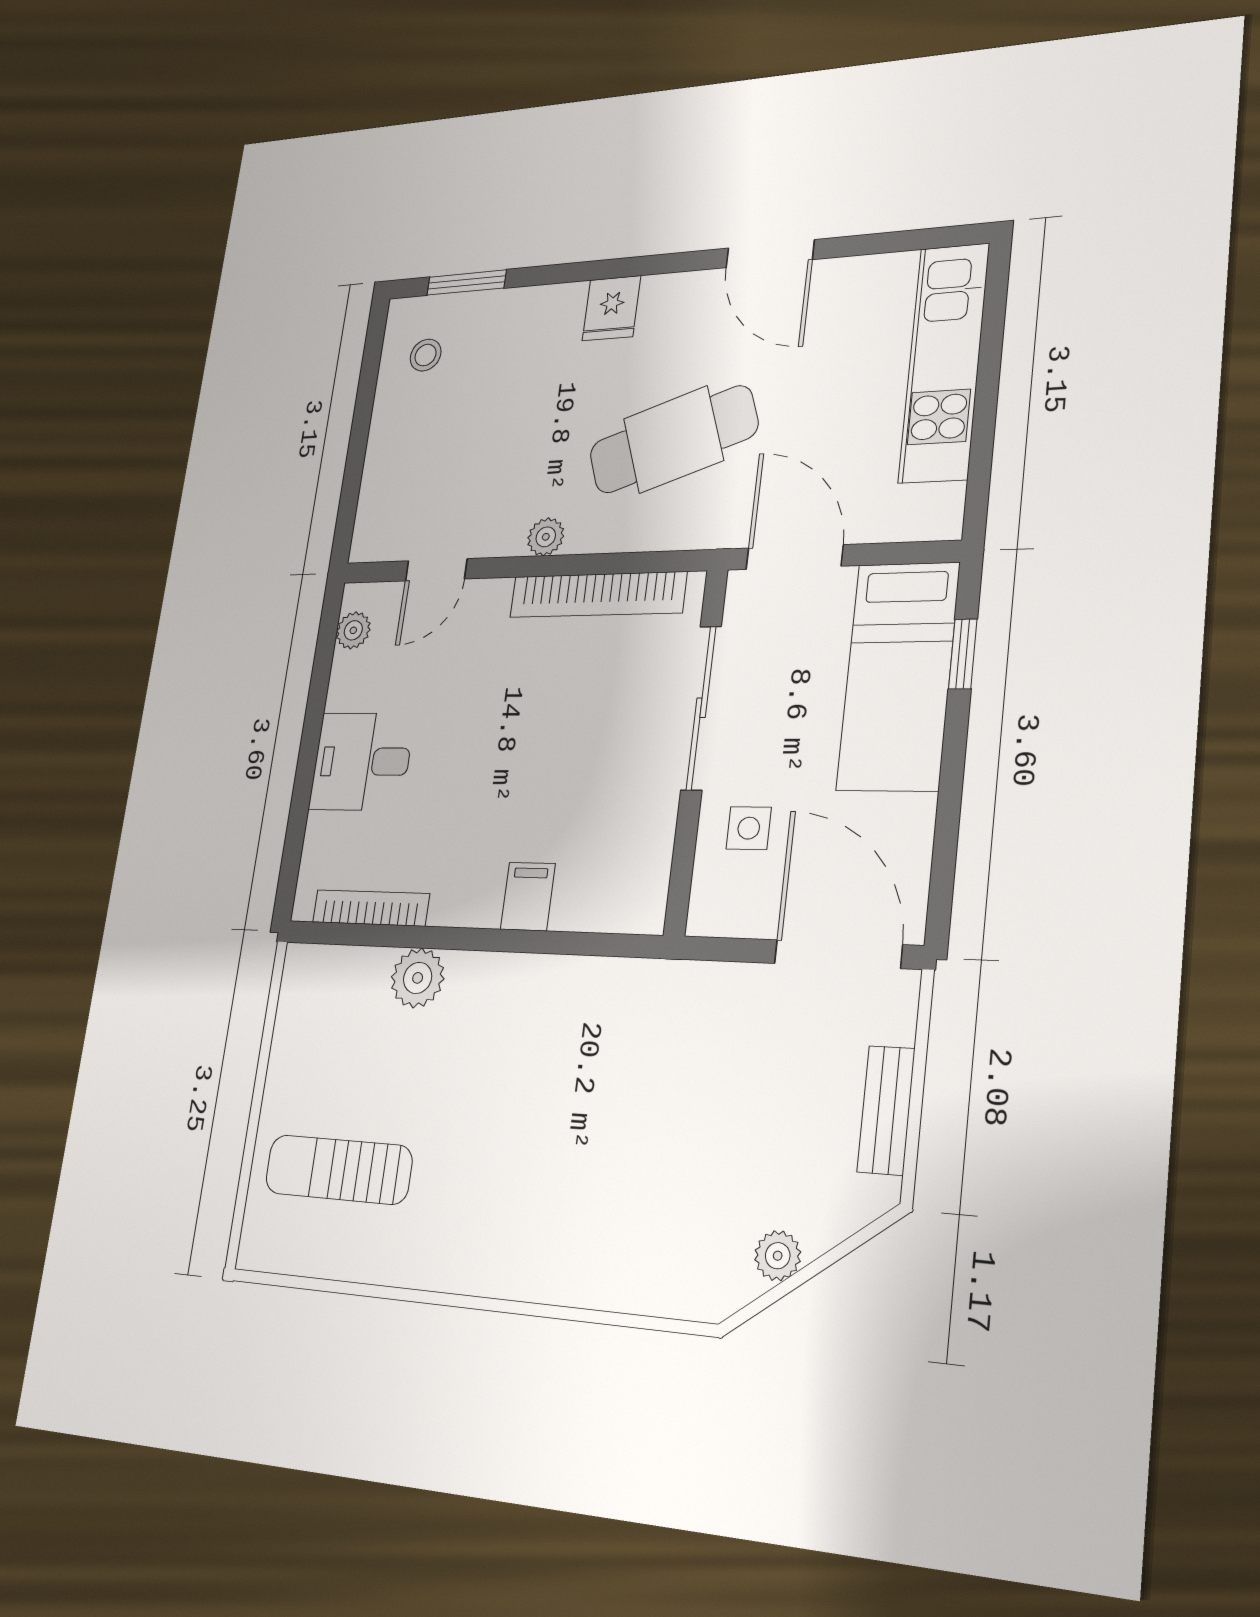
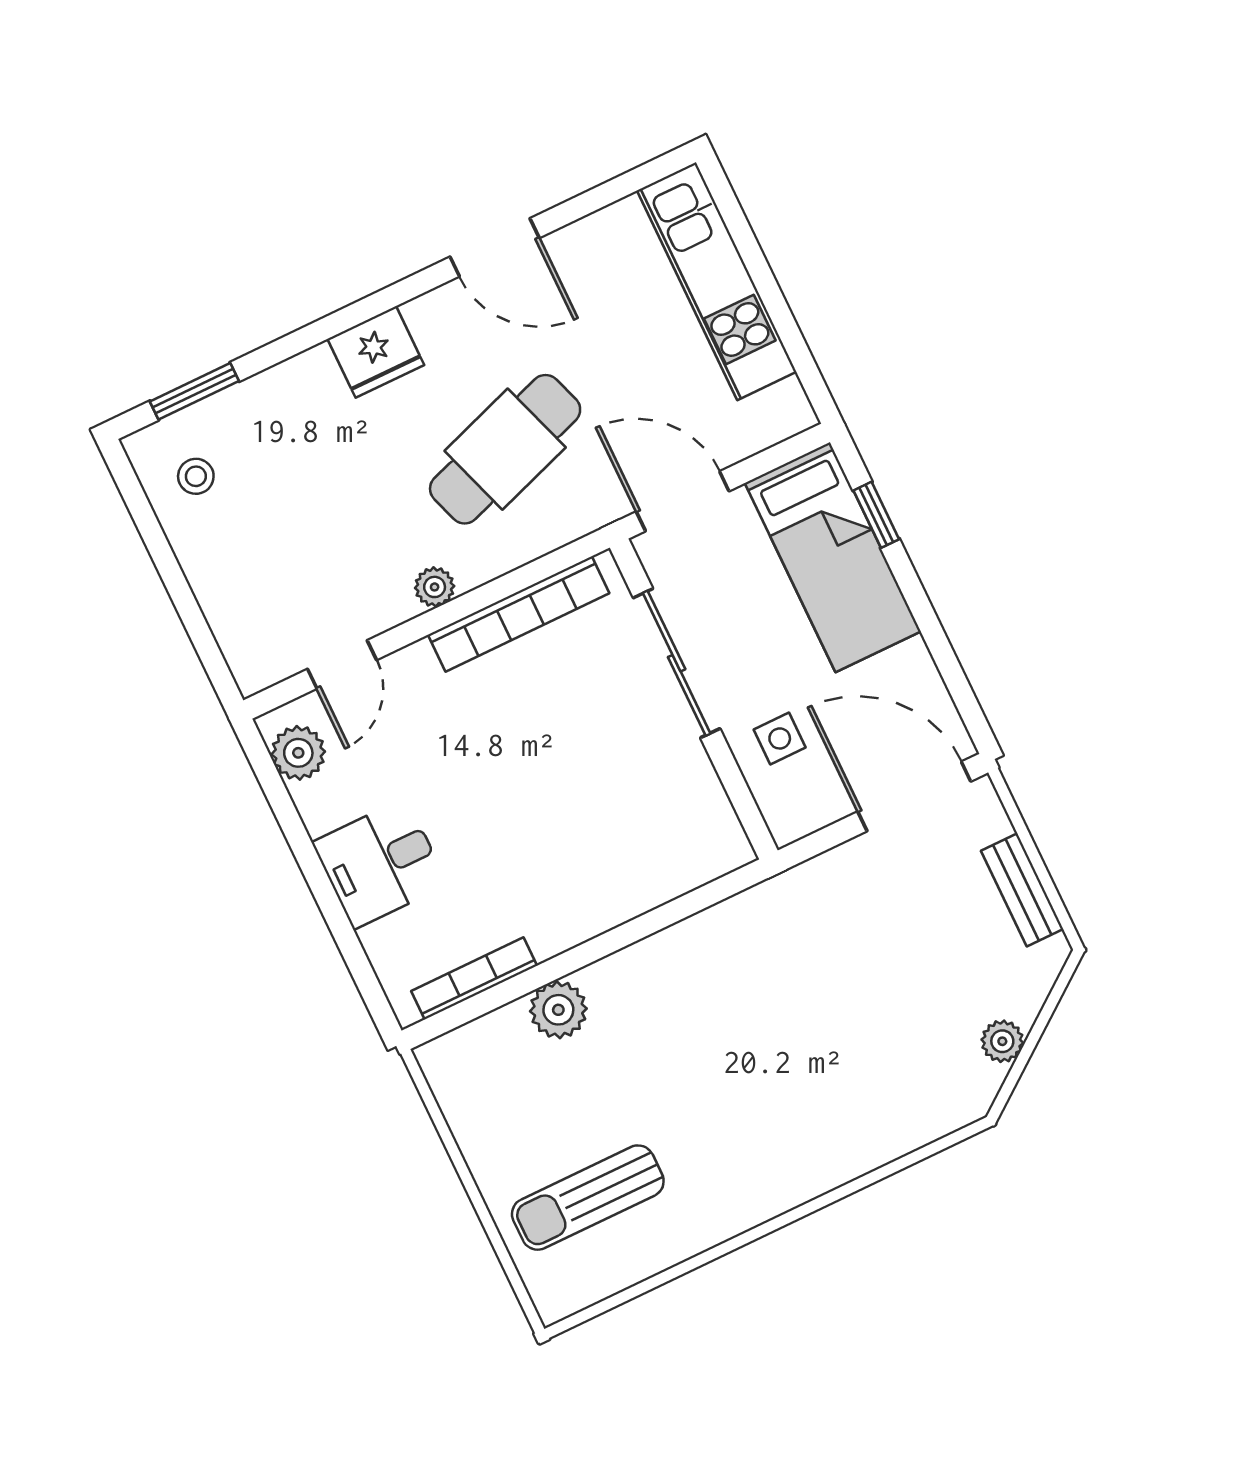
fridge: (611, 308) -> (376, 352), width x1.38
plant: (353, 630) -> (298, 753), width x1.38, depth x1.38
filing cabinet: (528, 896) -> (618, 892), removed

